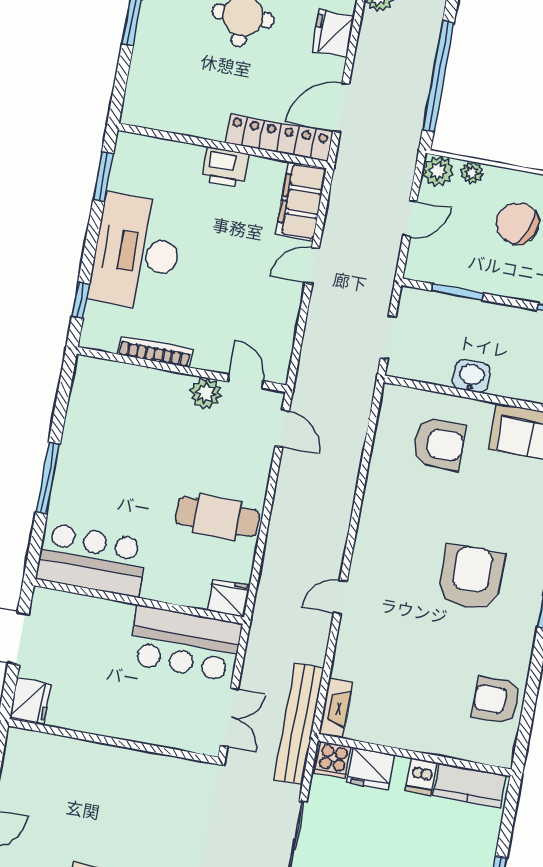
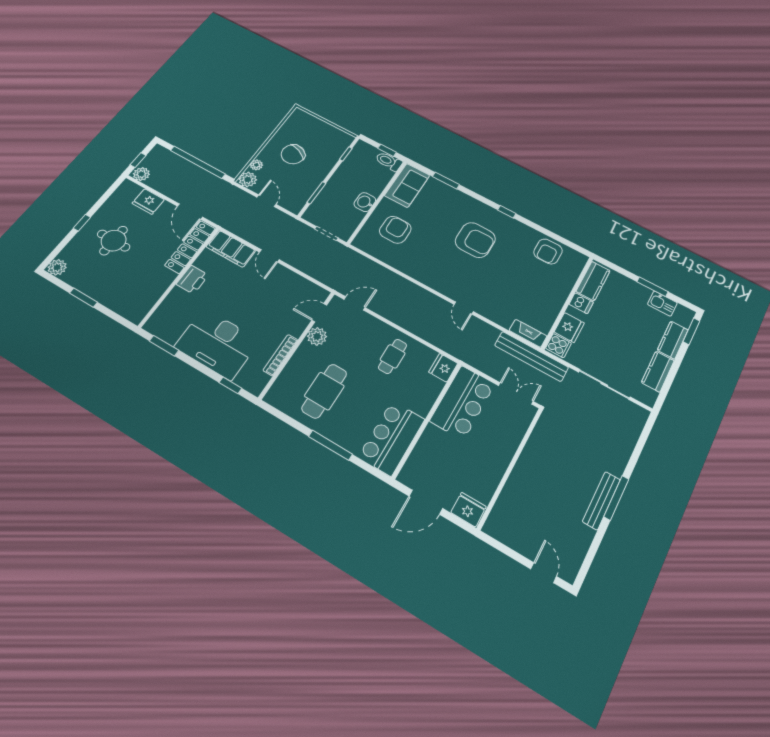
cafe table: (124, 438) -> (324, 391), added
cafe table: (217, 517) -> (393, 356), width x0.73, depth x0.74
armchair: (471, 578) -> (475, 240), turned 180

